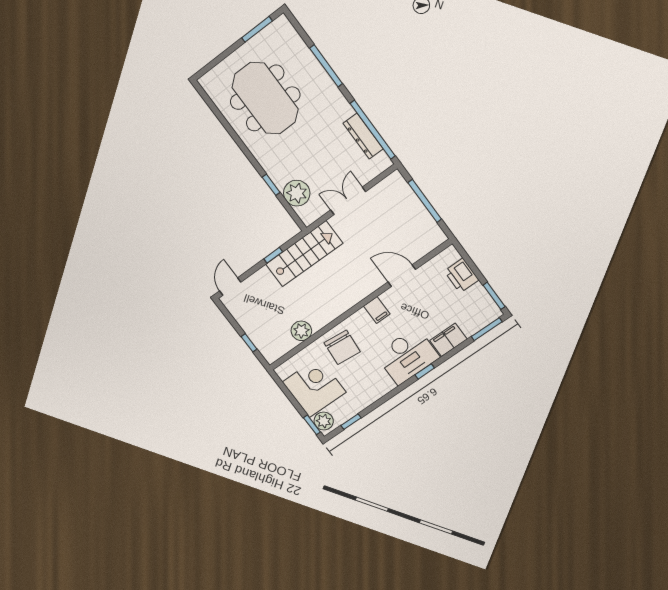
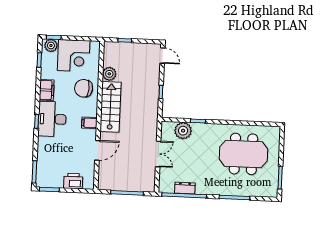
dresser: (363, 136) -> (185, 188), width x0.70
stairs: (304, 254) -> (111, 107), moved, turned 180
filing cabinet: (448, 340) -> (47, 90), moved

